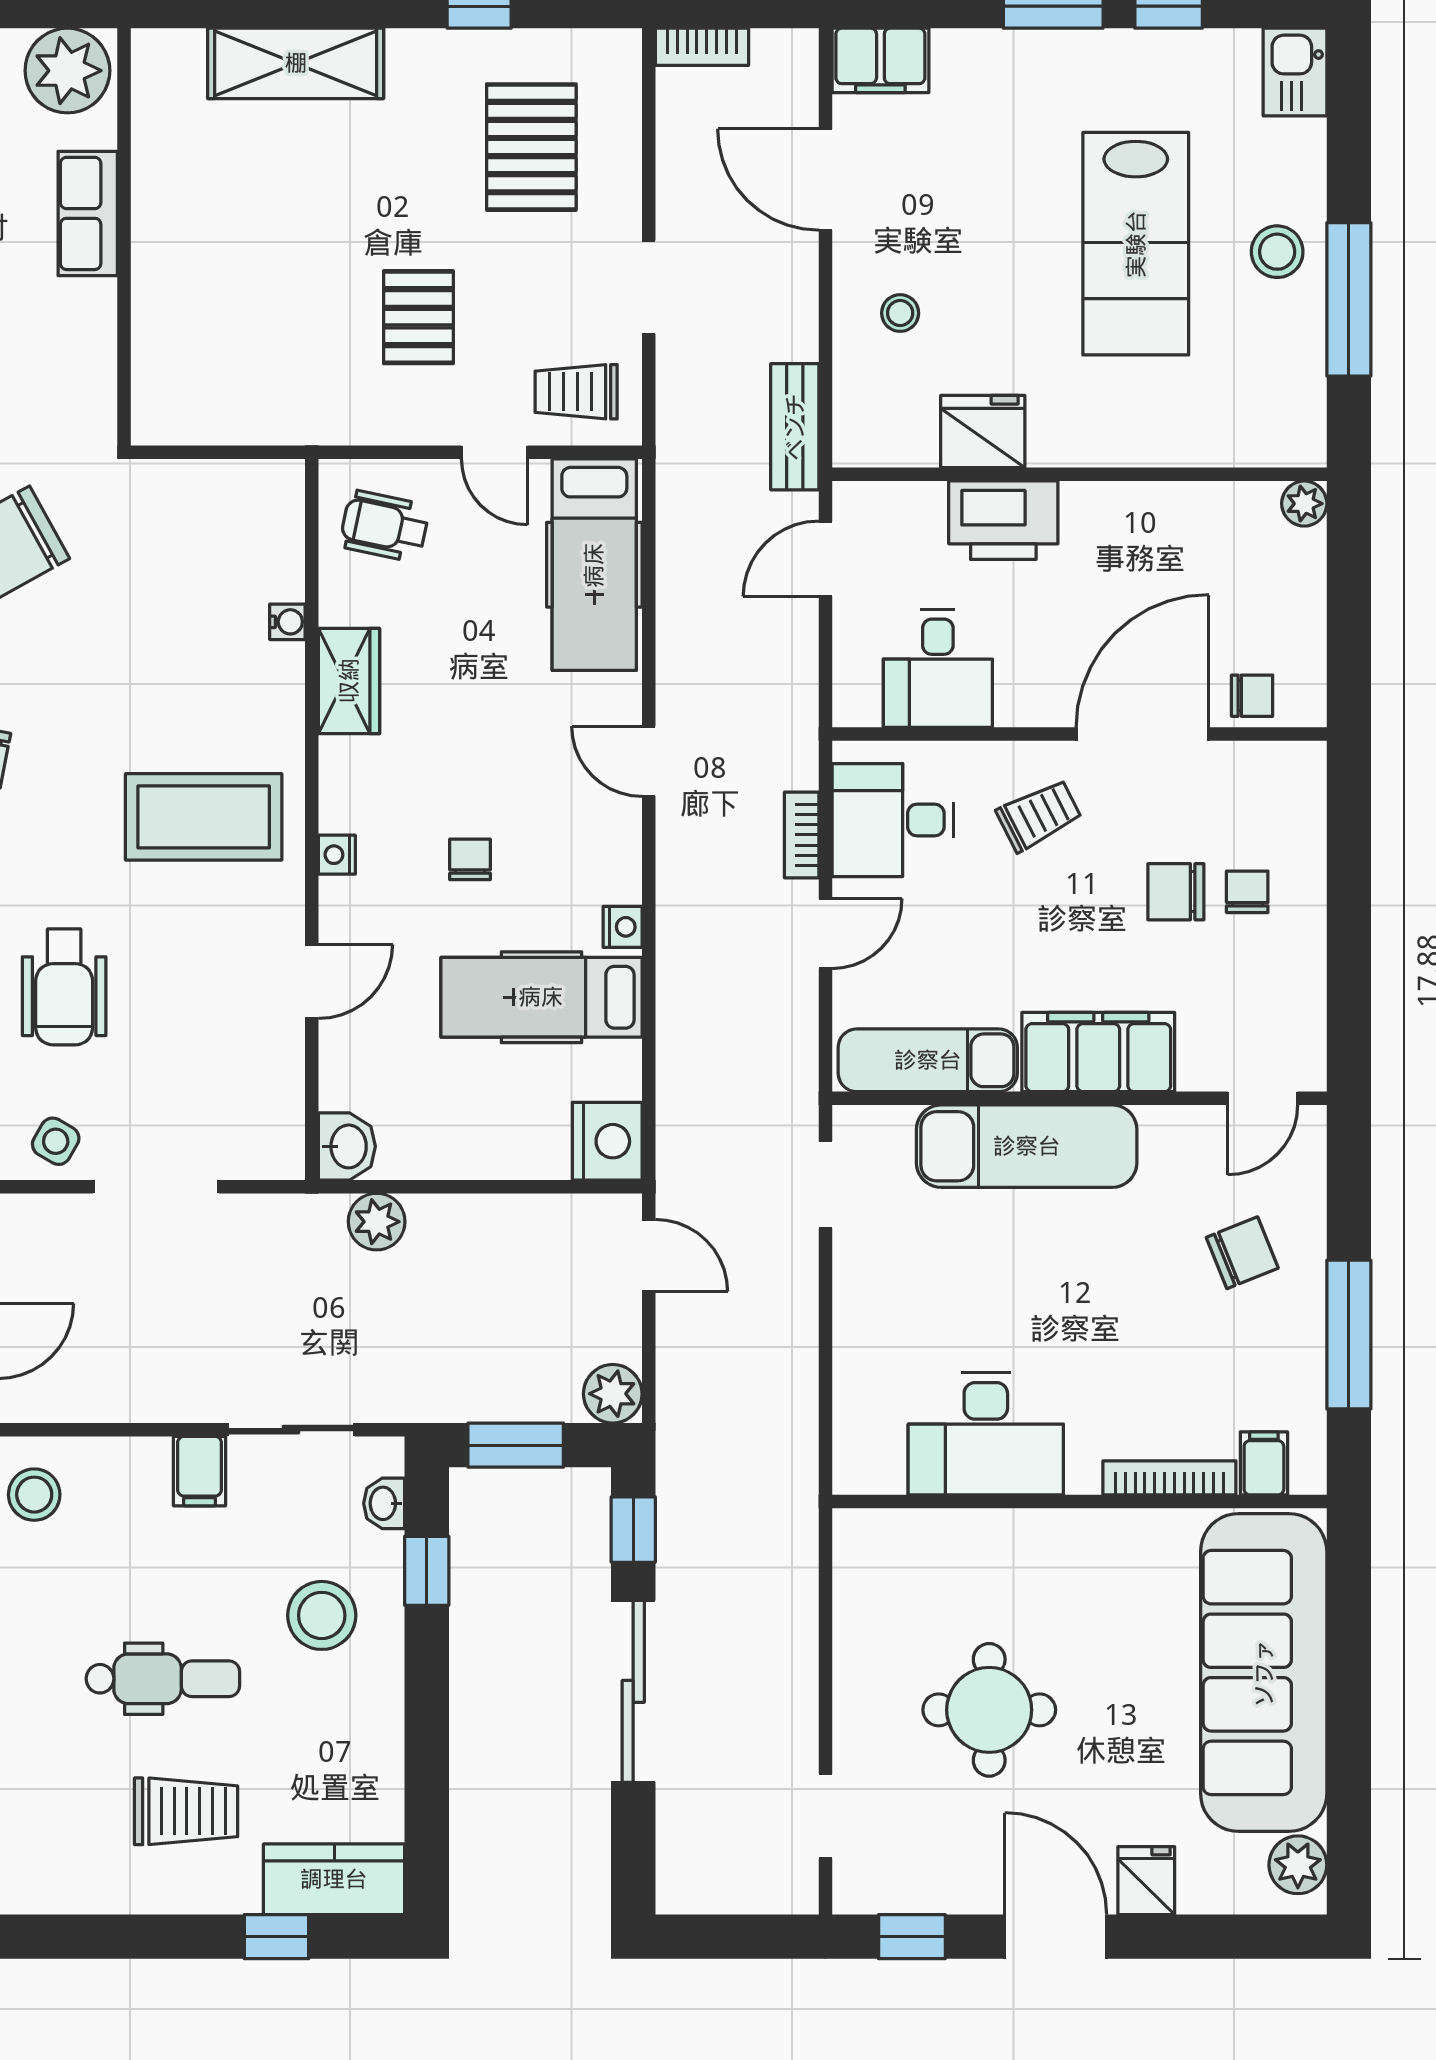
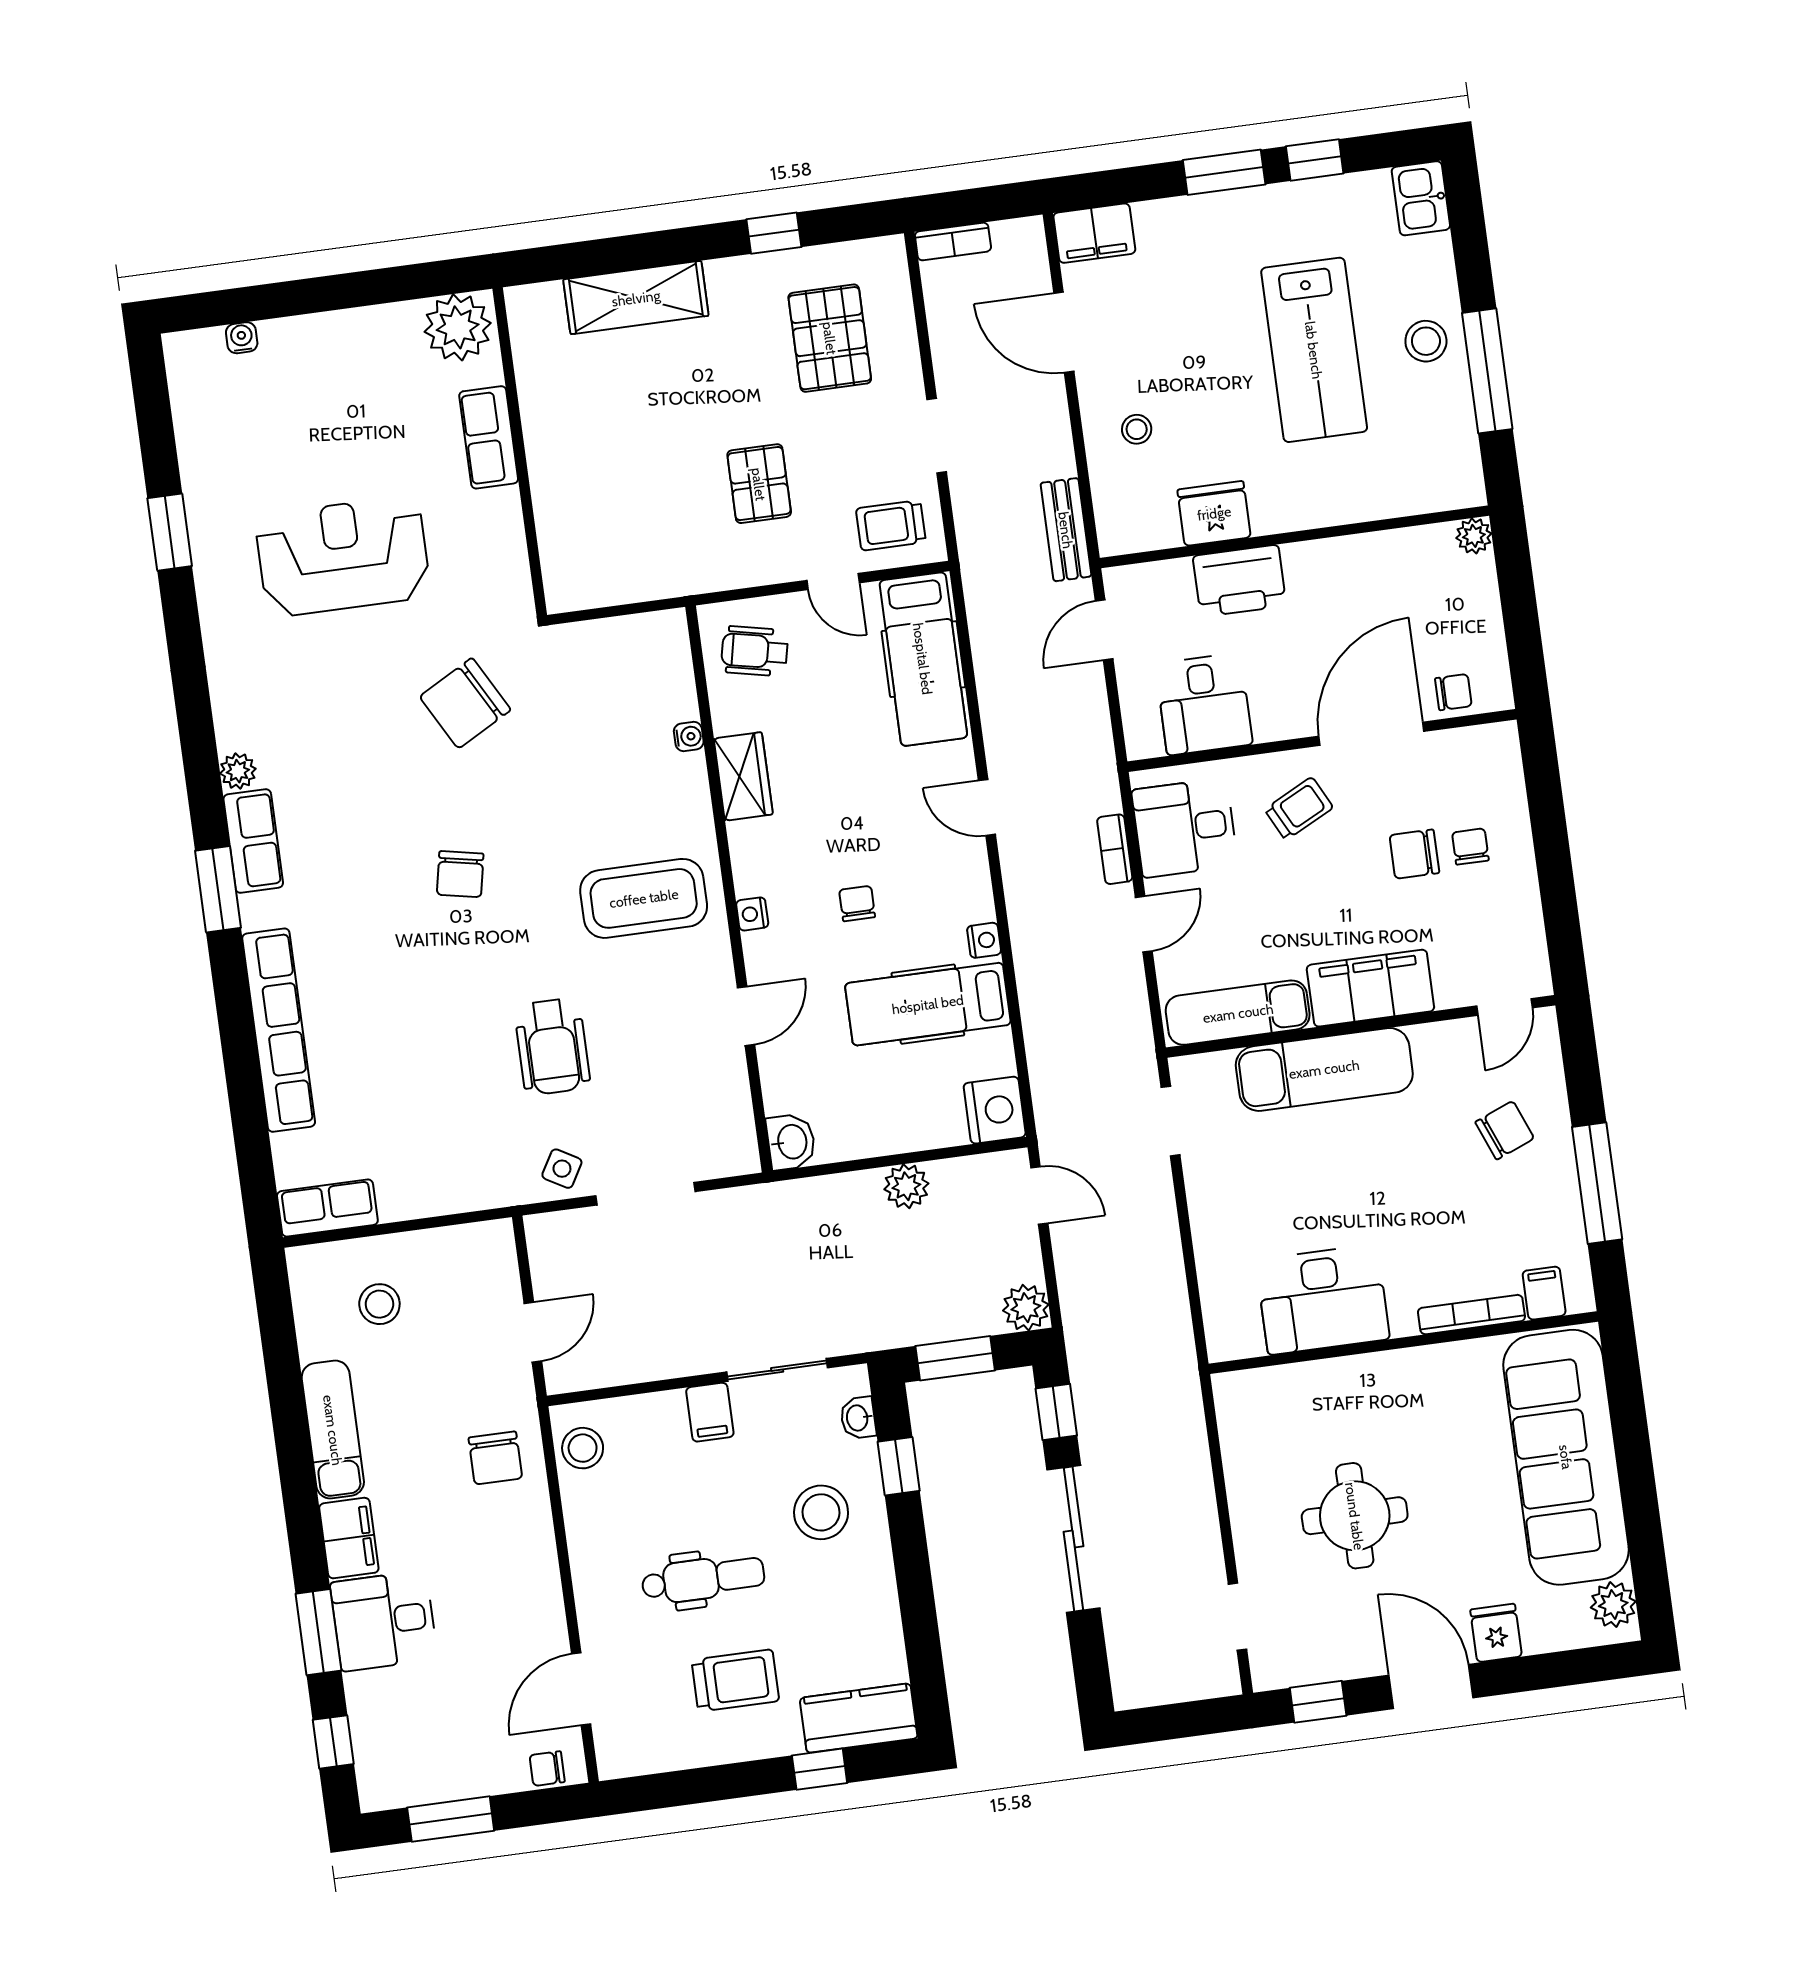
plant: (377, 1222) -> (906, 1186), moved

